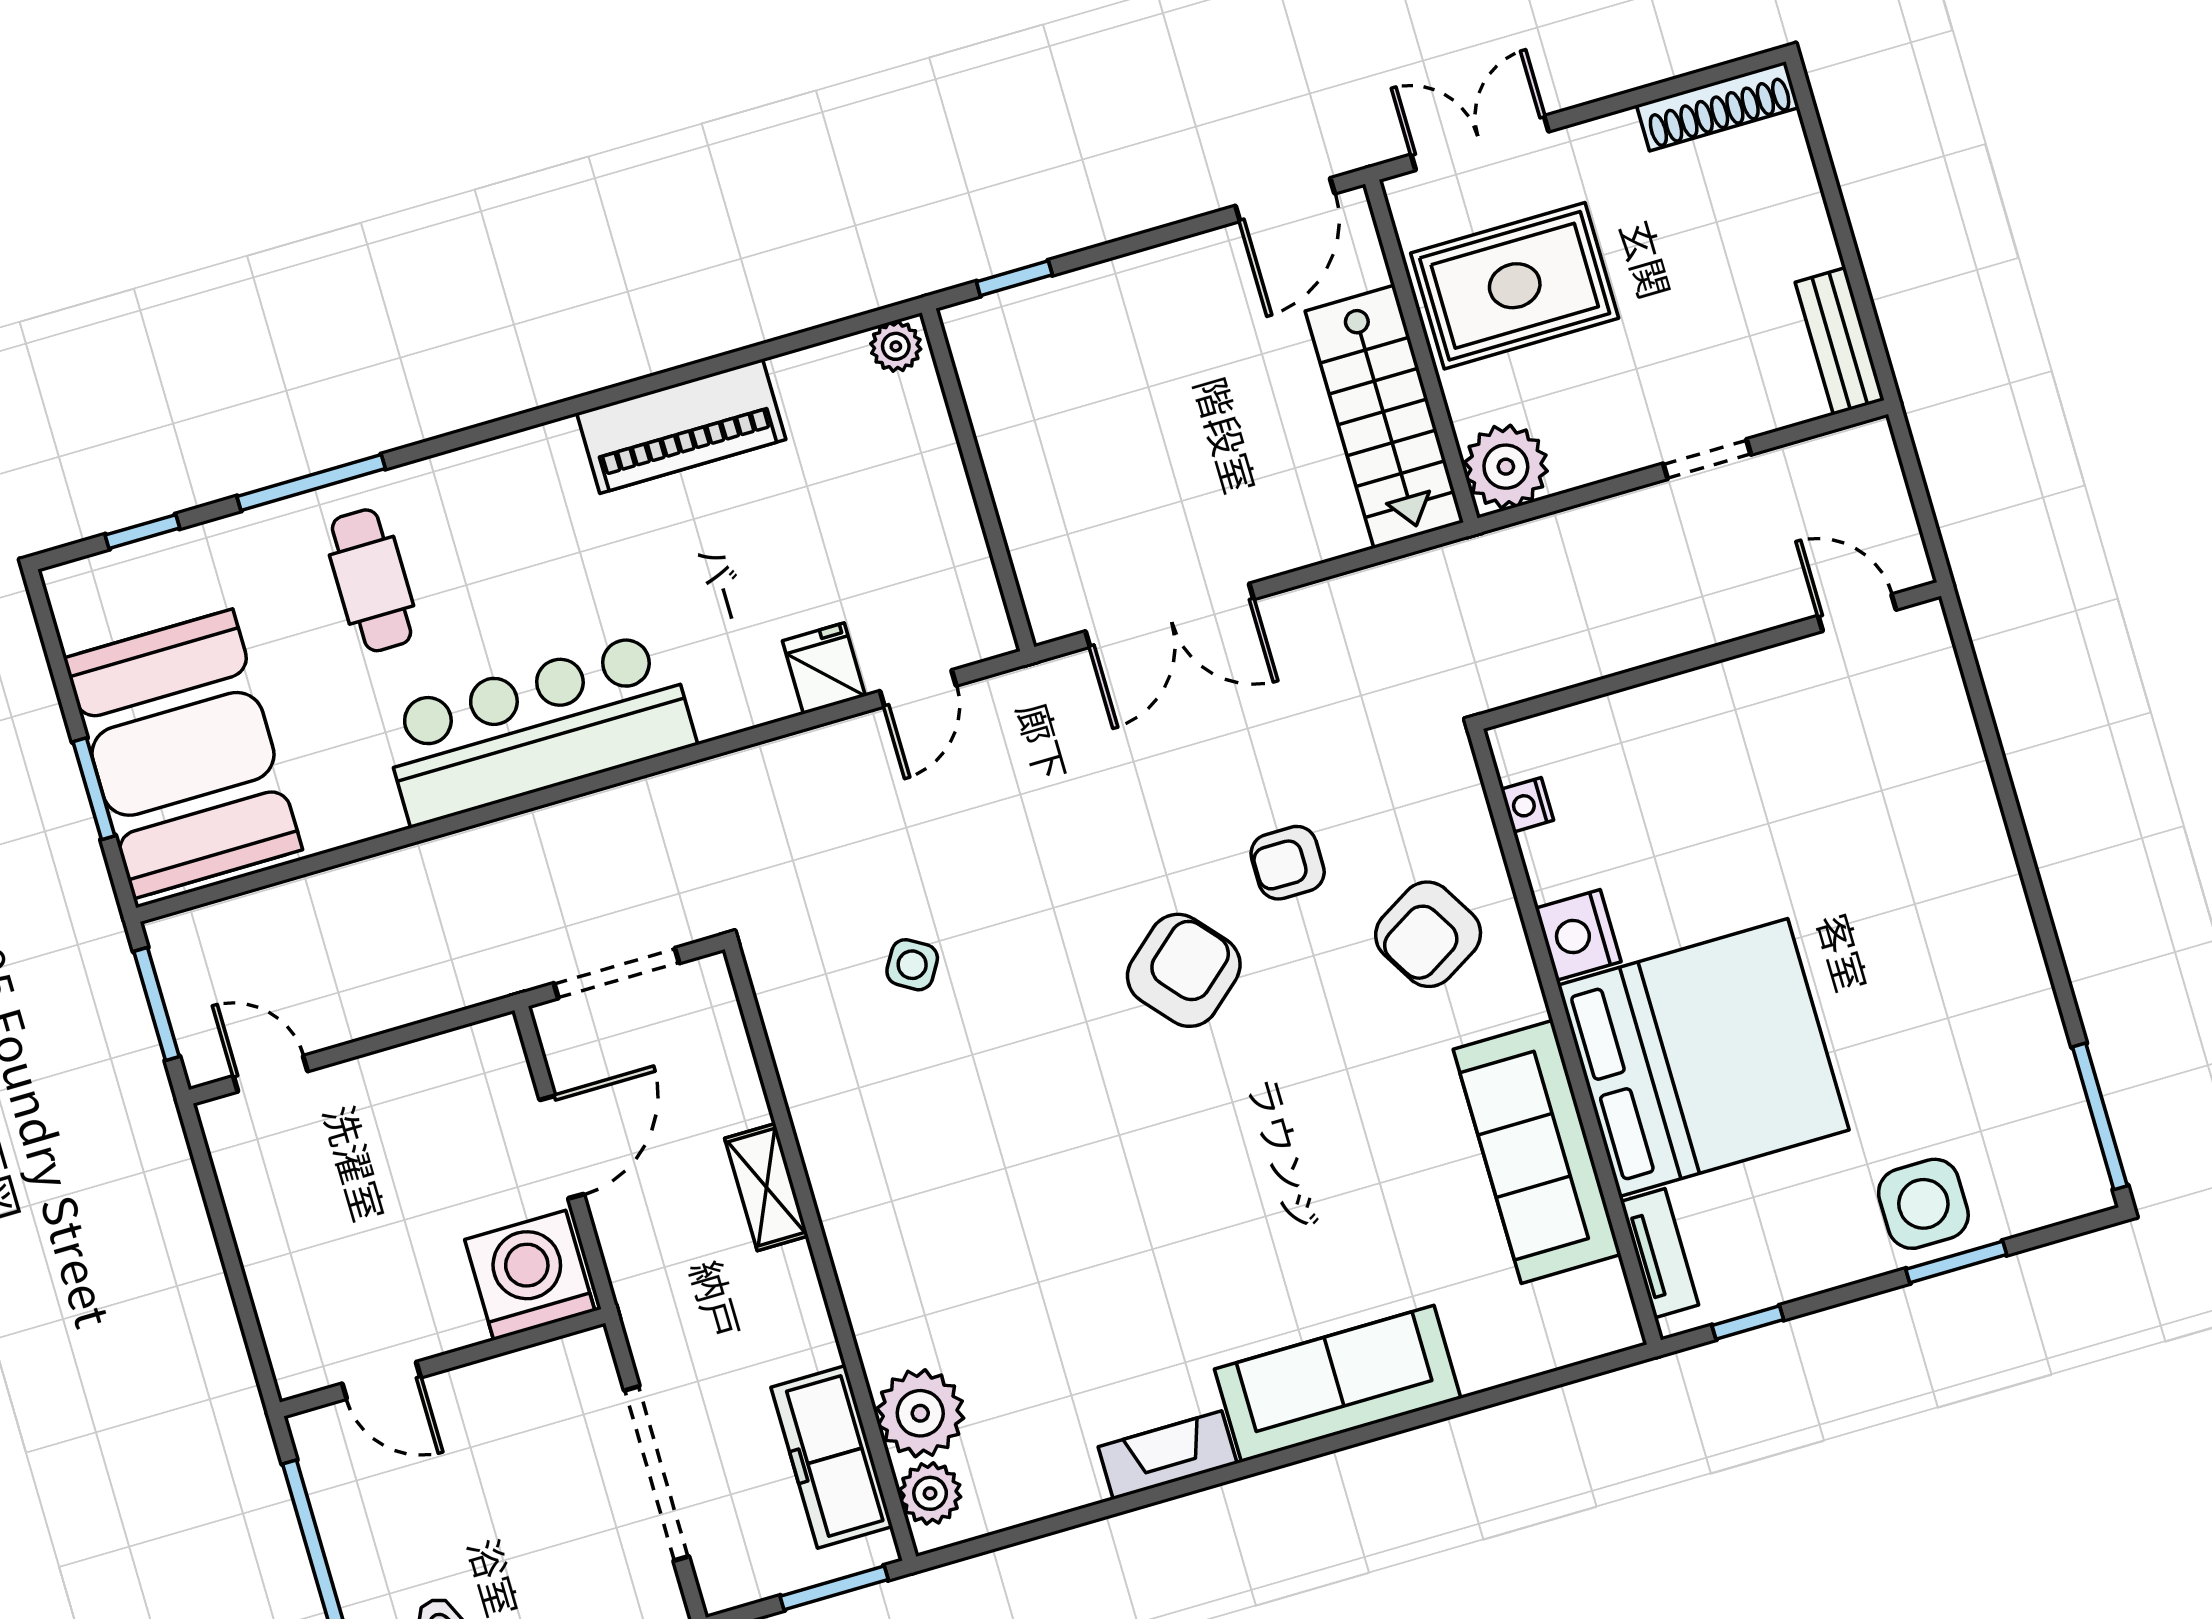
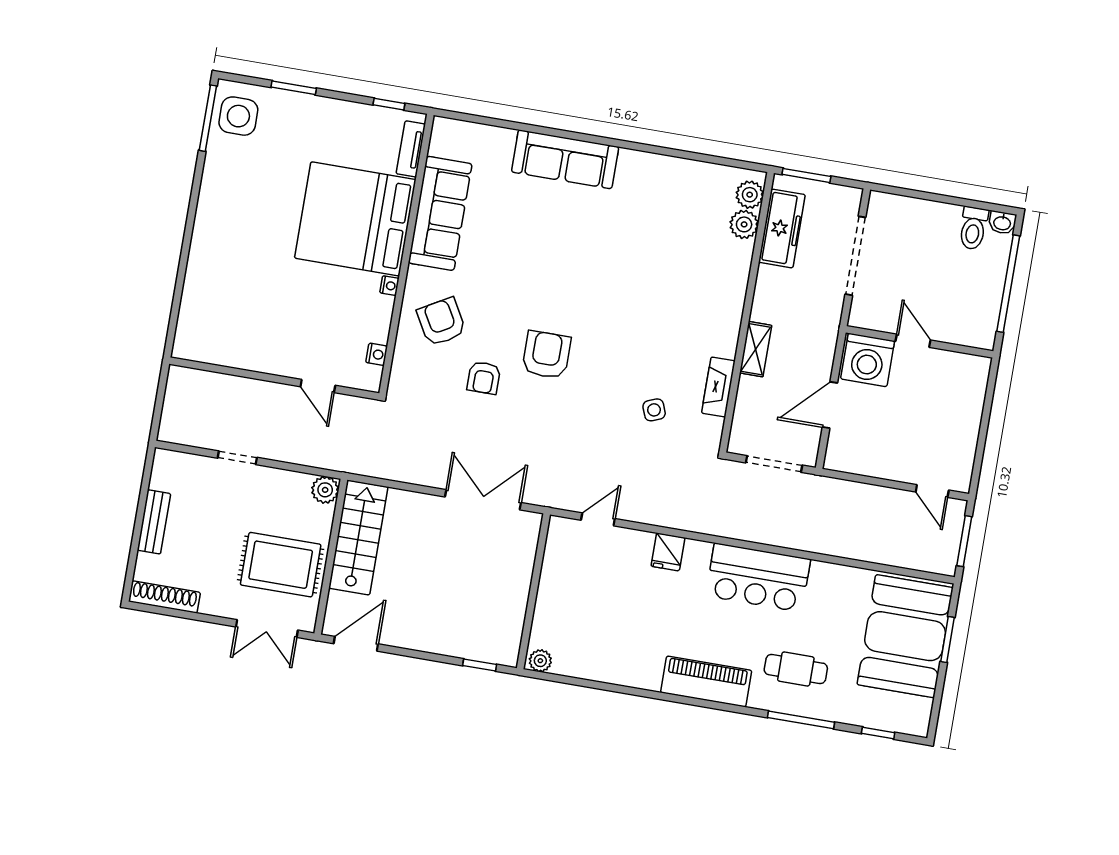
bench: (1840, 341) -> (154, 522), moved
piano: (681, 426) -> (706, 681), moved
plant: (1506, 467) -> (325, 490), width x0.73, depth x0.73
cafe table: (371, 580) -> (796, 669), turned 90
door: (1857, 613) -> (318, 386), moved
fridge: (824, 668) -> (668, 552), moved
bar counter: (537, 728) -> (758, 578), width x0.73
armchair: (1288, 863) -> (484, 378), turned 90
armchair: (1428, 934) -> (441, 322), turned -89
nightstand: (1578, 935) -> (389, 286), width x0.53, depth x0.56
side table: (912, 965) -> (654, 410), turned 38
armchair: (1184, 970) -> (546, 355), turned 131
side table: (1923, 1204) -> (238, 116), moved
door: (381, 1380) -> (913, 341), moved
plant: (920, 1413) -> (744, 224), width x0.73, depth x0.73
fireplace: (1168, 1455) -> (718, 387), moved, turned 90

